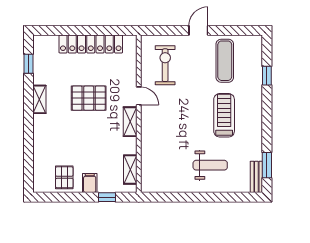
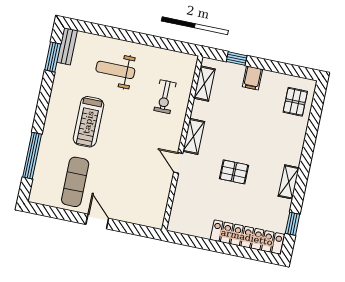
door: (198, 30) -> (97, 221), swing flipped
locker: (91, 44) -> (247, 237), moved
exercise bike: (165, 65) -> (165, 97), moved, width x0.73, depth x0.72
window: (267, 76) -> (32, 156), width x2.17
pallet: (89, 98) -> (234, 172), width x0.67, depth x0.71
pallet: (64, 177) -> (295, 102), moved

